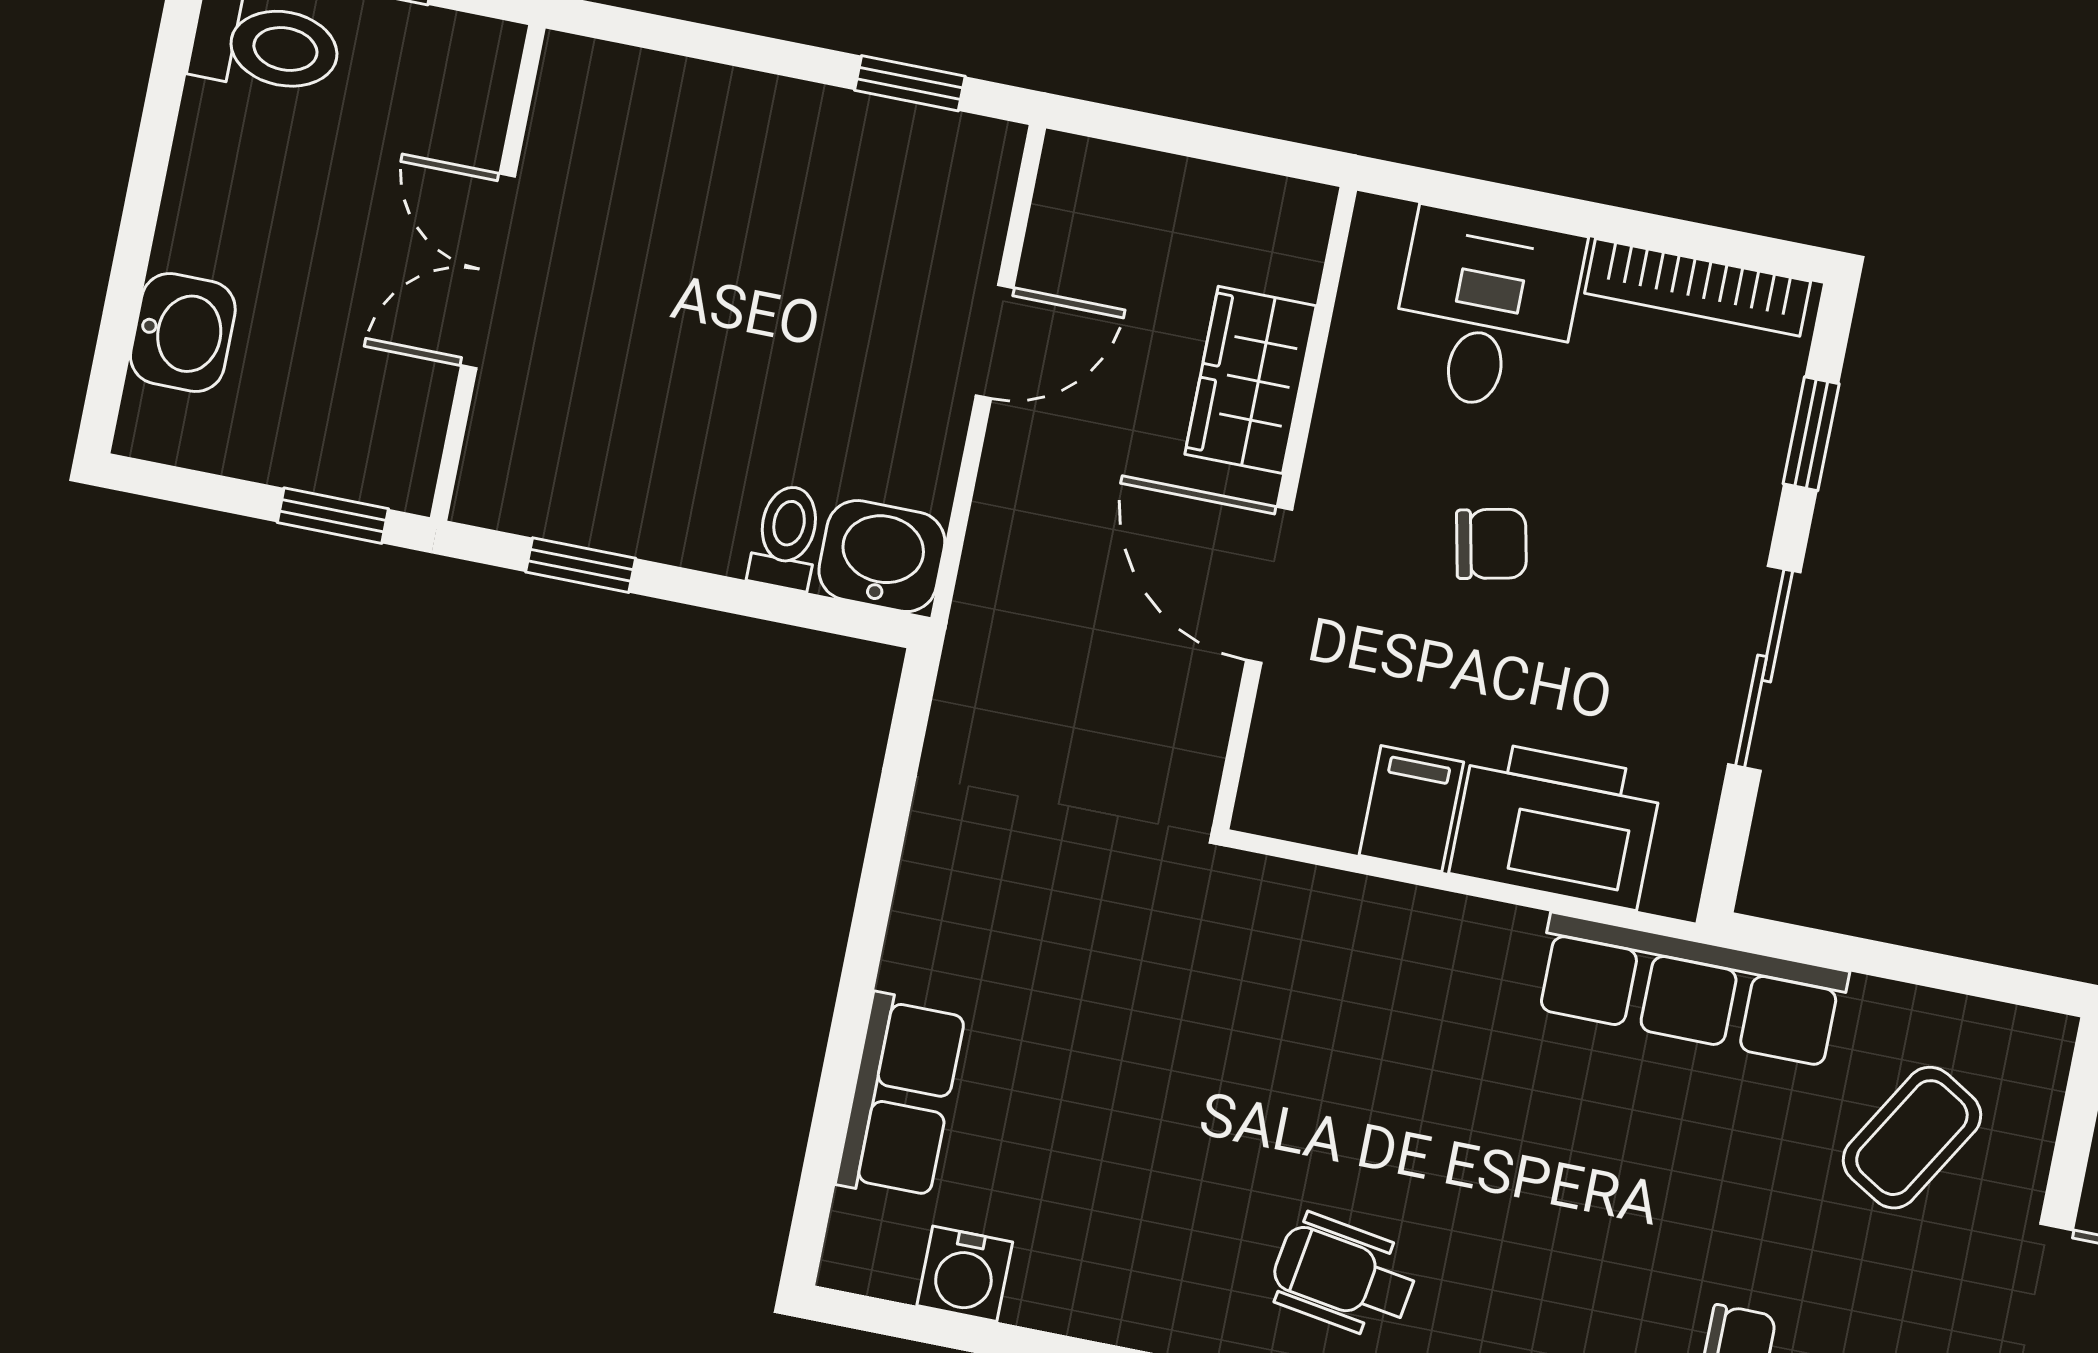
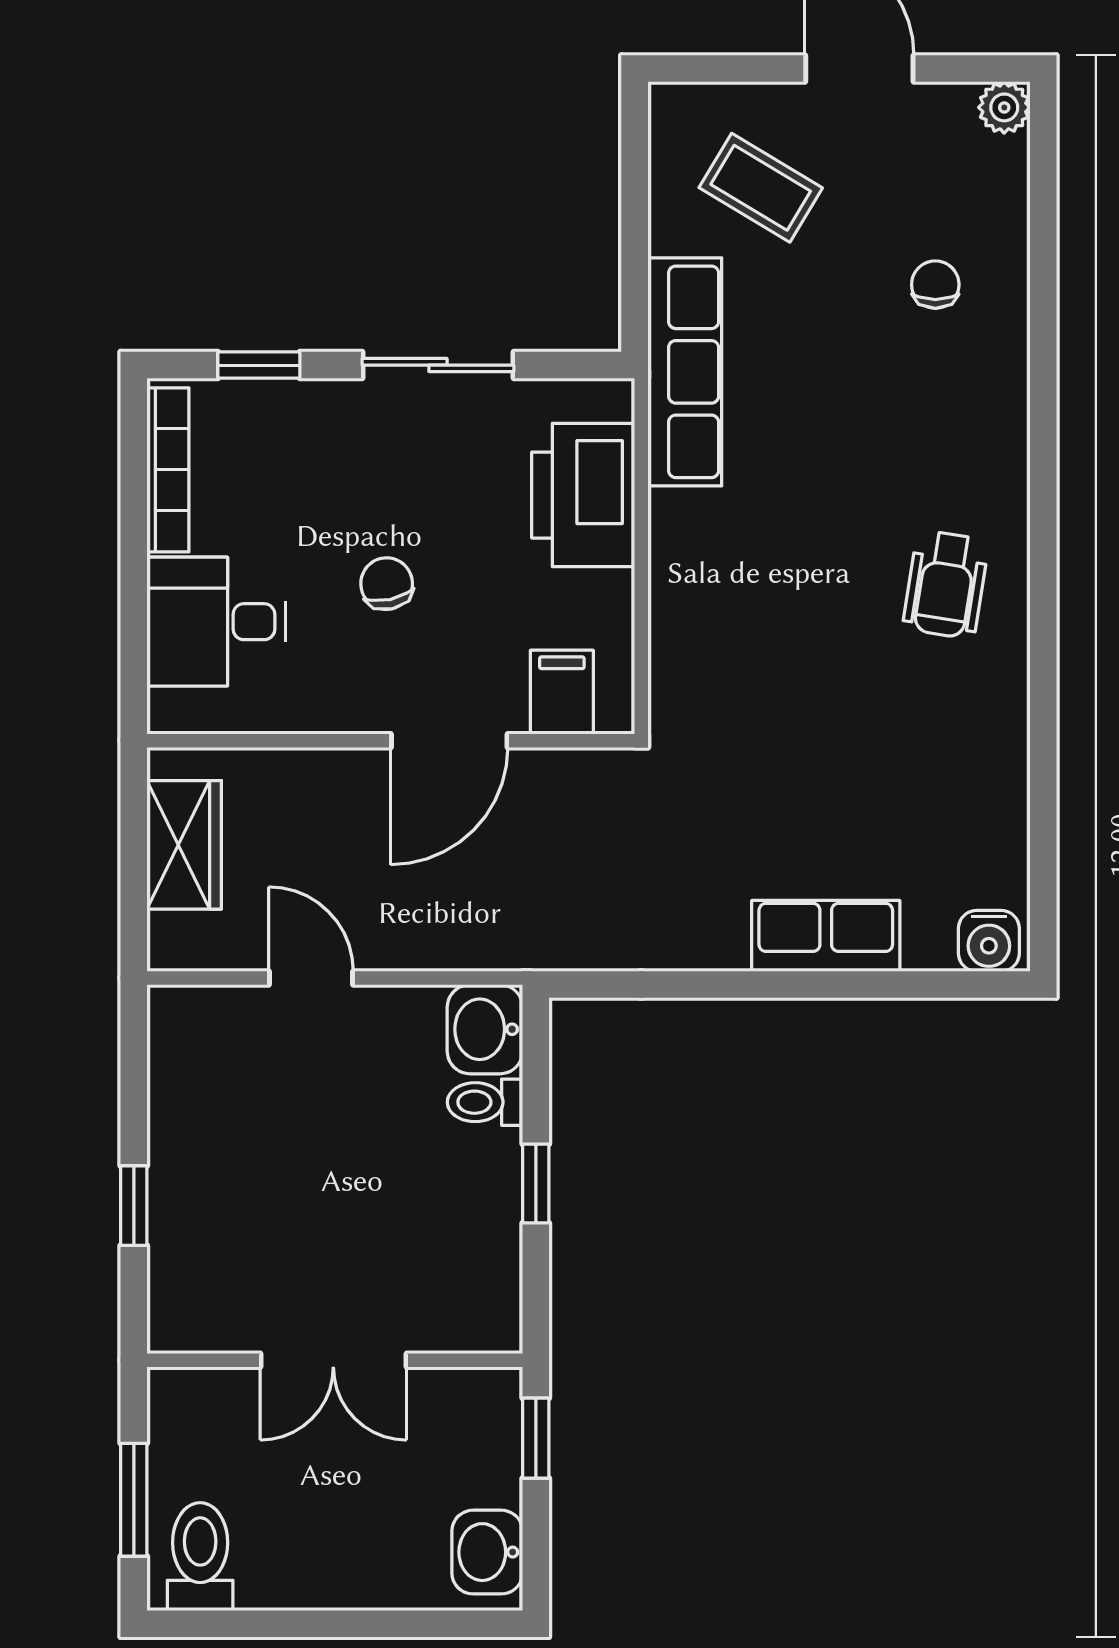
window: (910, 83) -> (134, 1206), moved
washbasin: (183, 332) -> (487, 1552), moved, turned -90
wardrobe: (1250, 380) -> (184, 845), moved, turned -90
window: (581, 565) -> (536, 1184), moved
filing cabinet: (1411, 809) -> (562, 692), moved, turned 90
row of seats: (901, 1097) -> (826, 936), moved
water cooler: (965, 1274) -> (989, 941), moved, turned 90

